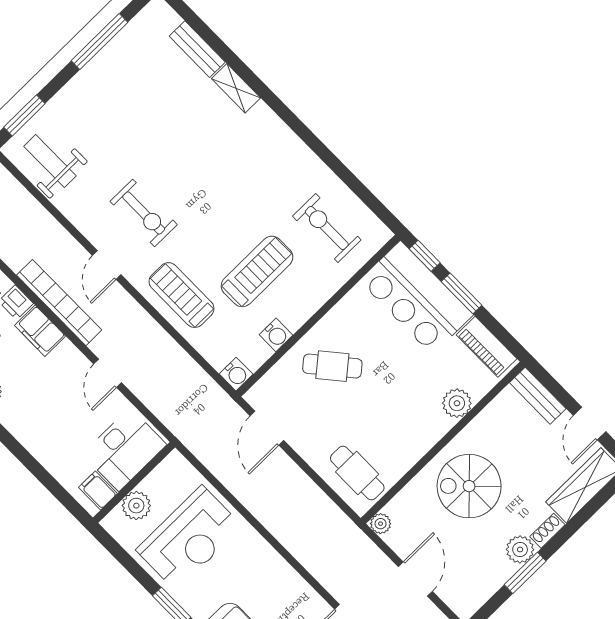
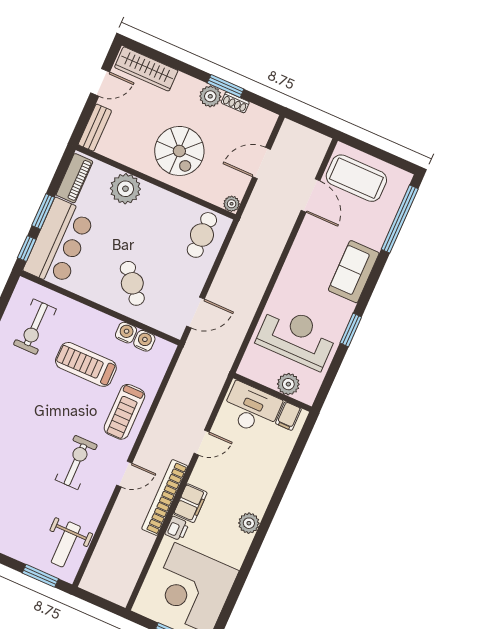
water cooler: (236, 374) -> (144, 341), moved
plant: (457, 403) -> (125, 189), width x1.36, depth x1.36
shoe rack: (547, 531) -> (235, 102), moved

